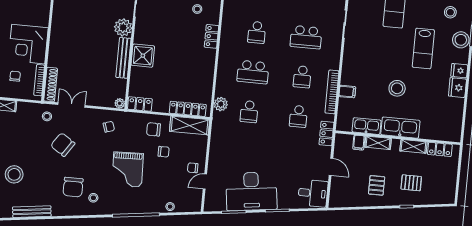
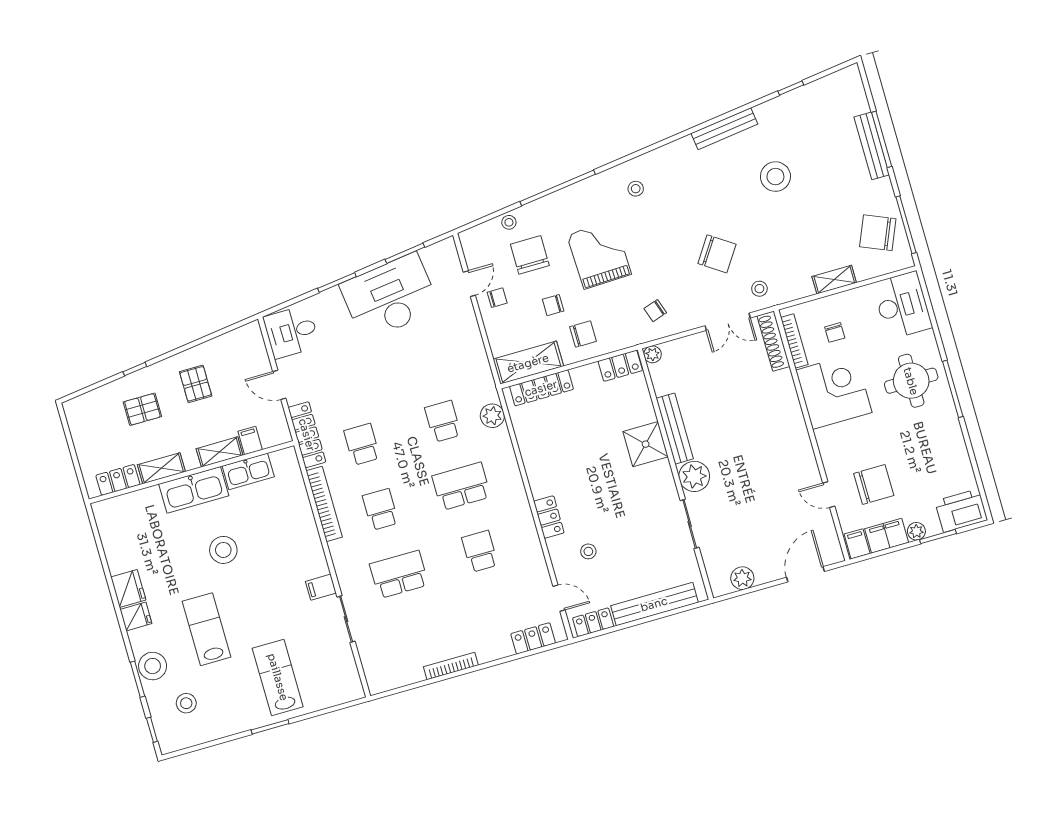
filing cabinet: (347, 92) -> (321, 587), moved
locker: (326, 134) -> (307, 435), width x1.53
chair: (73, 187) -> (530, 255), moved

